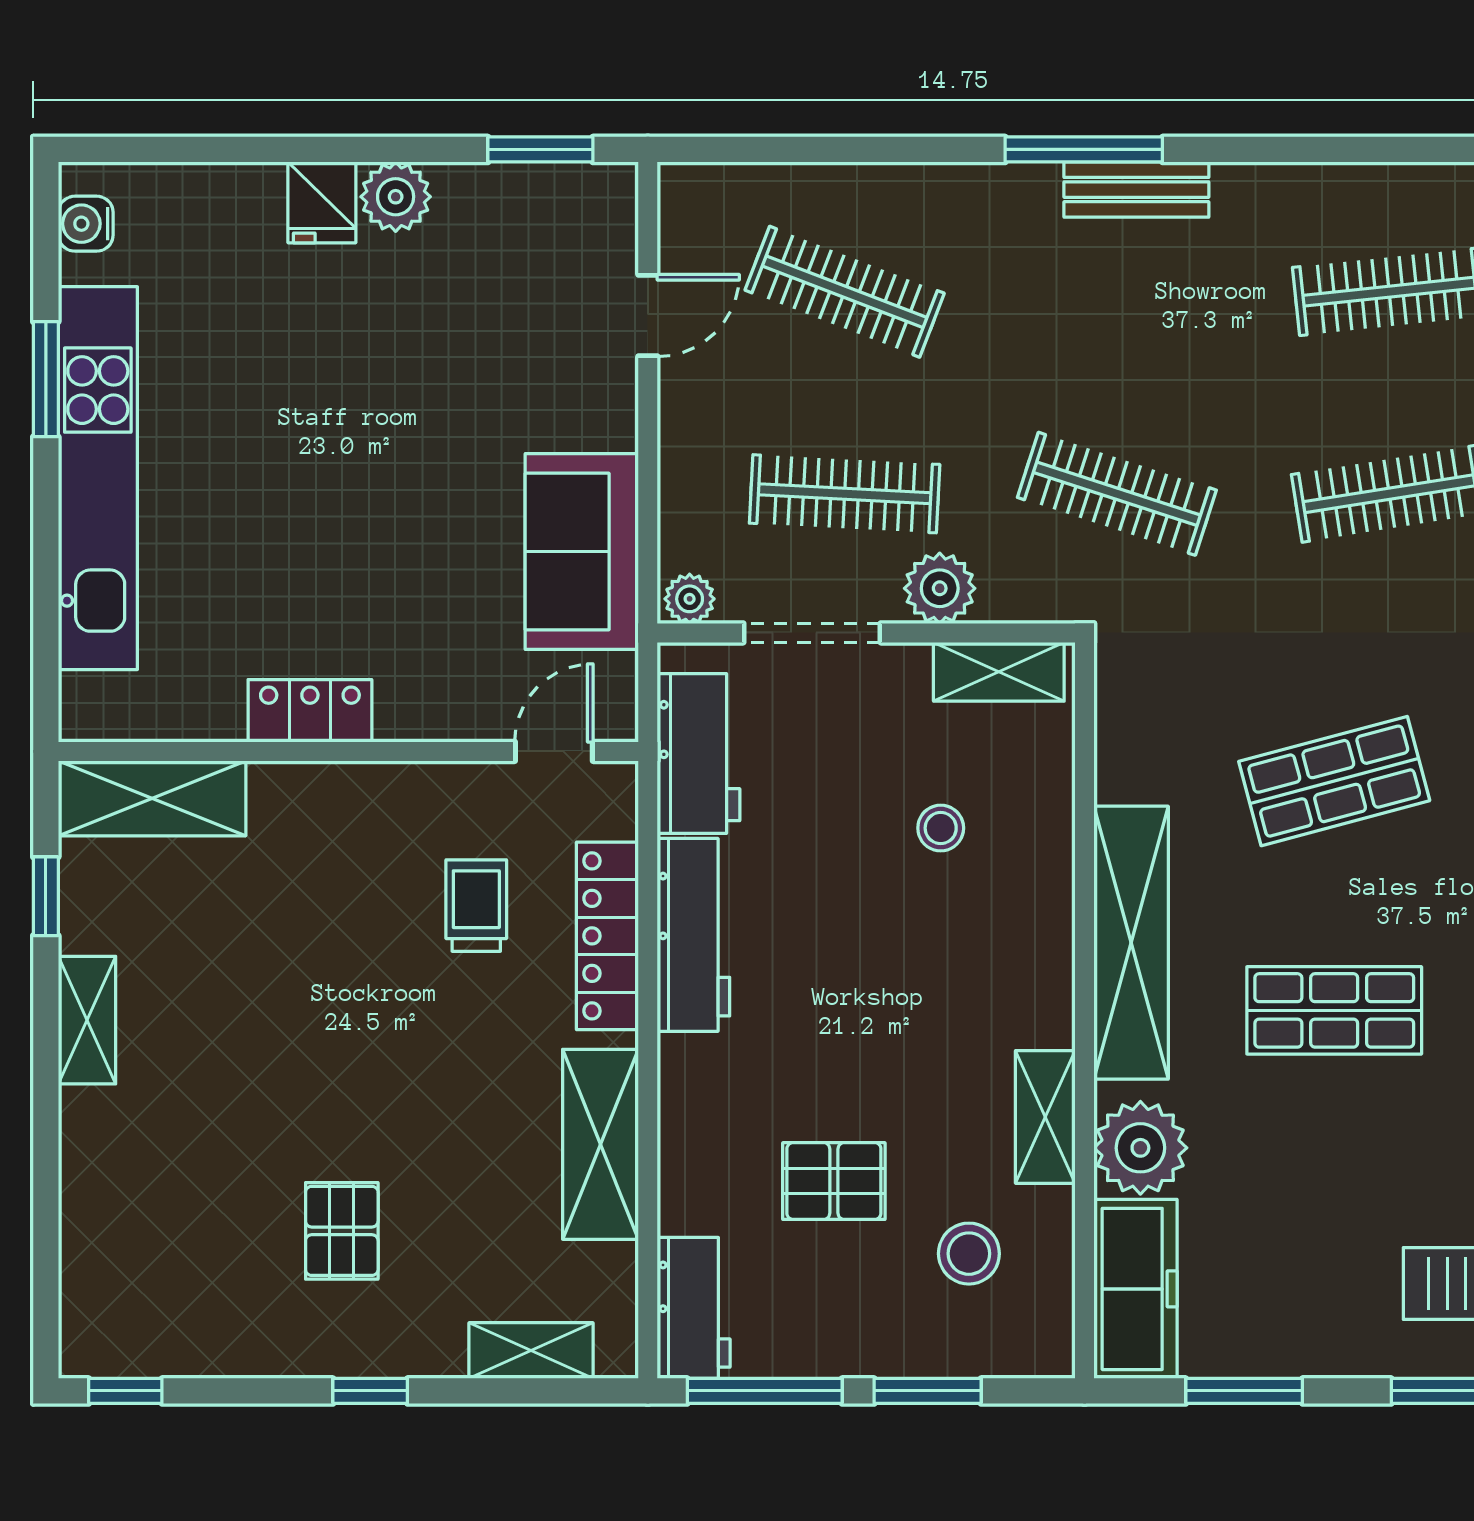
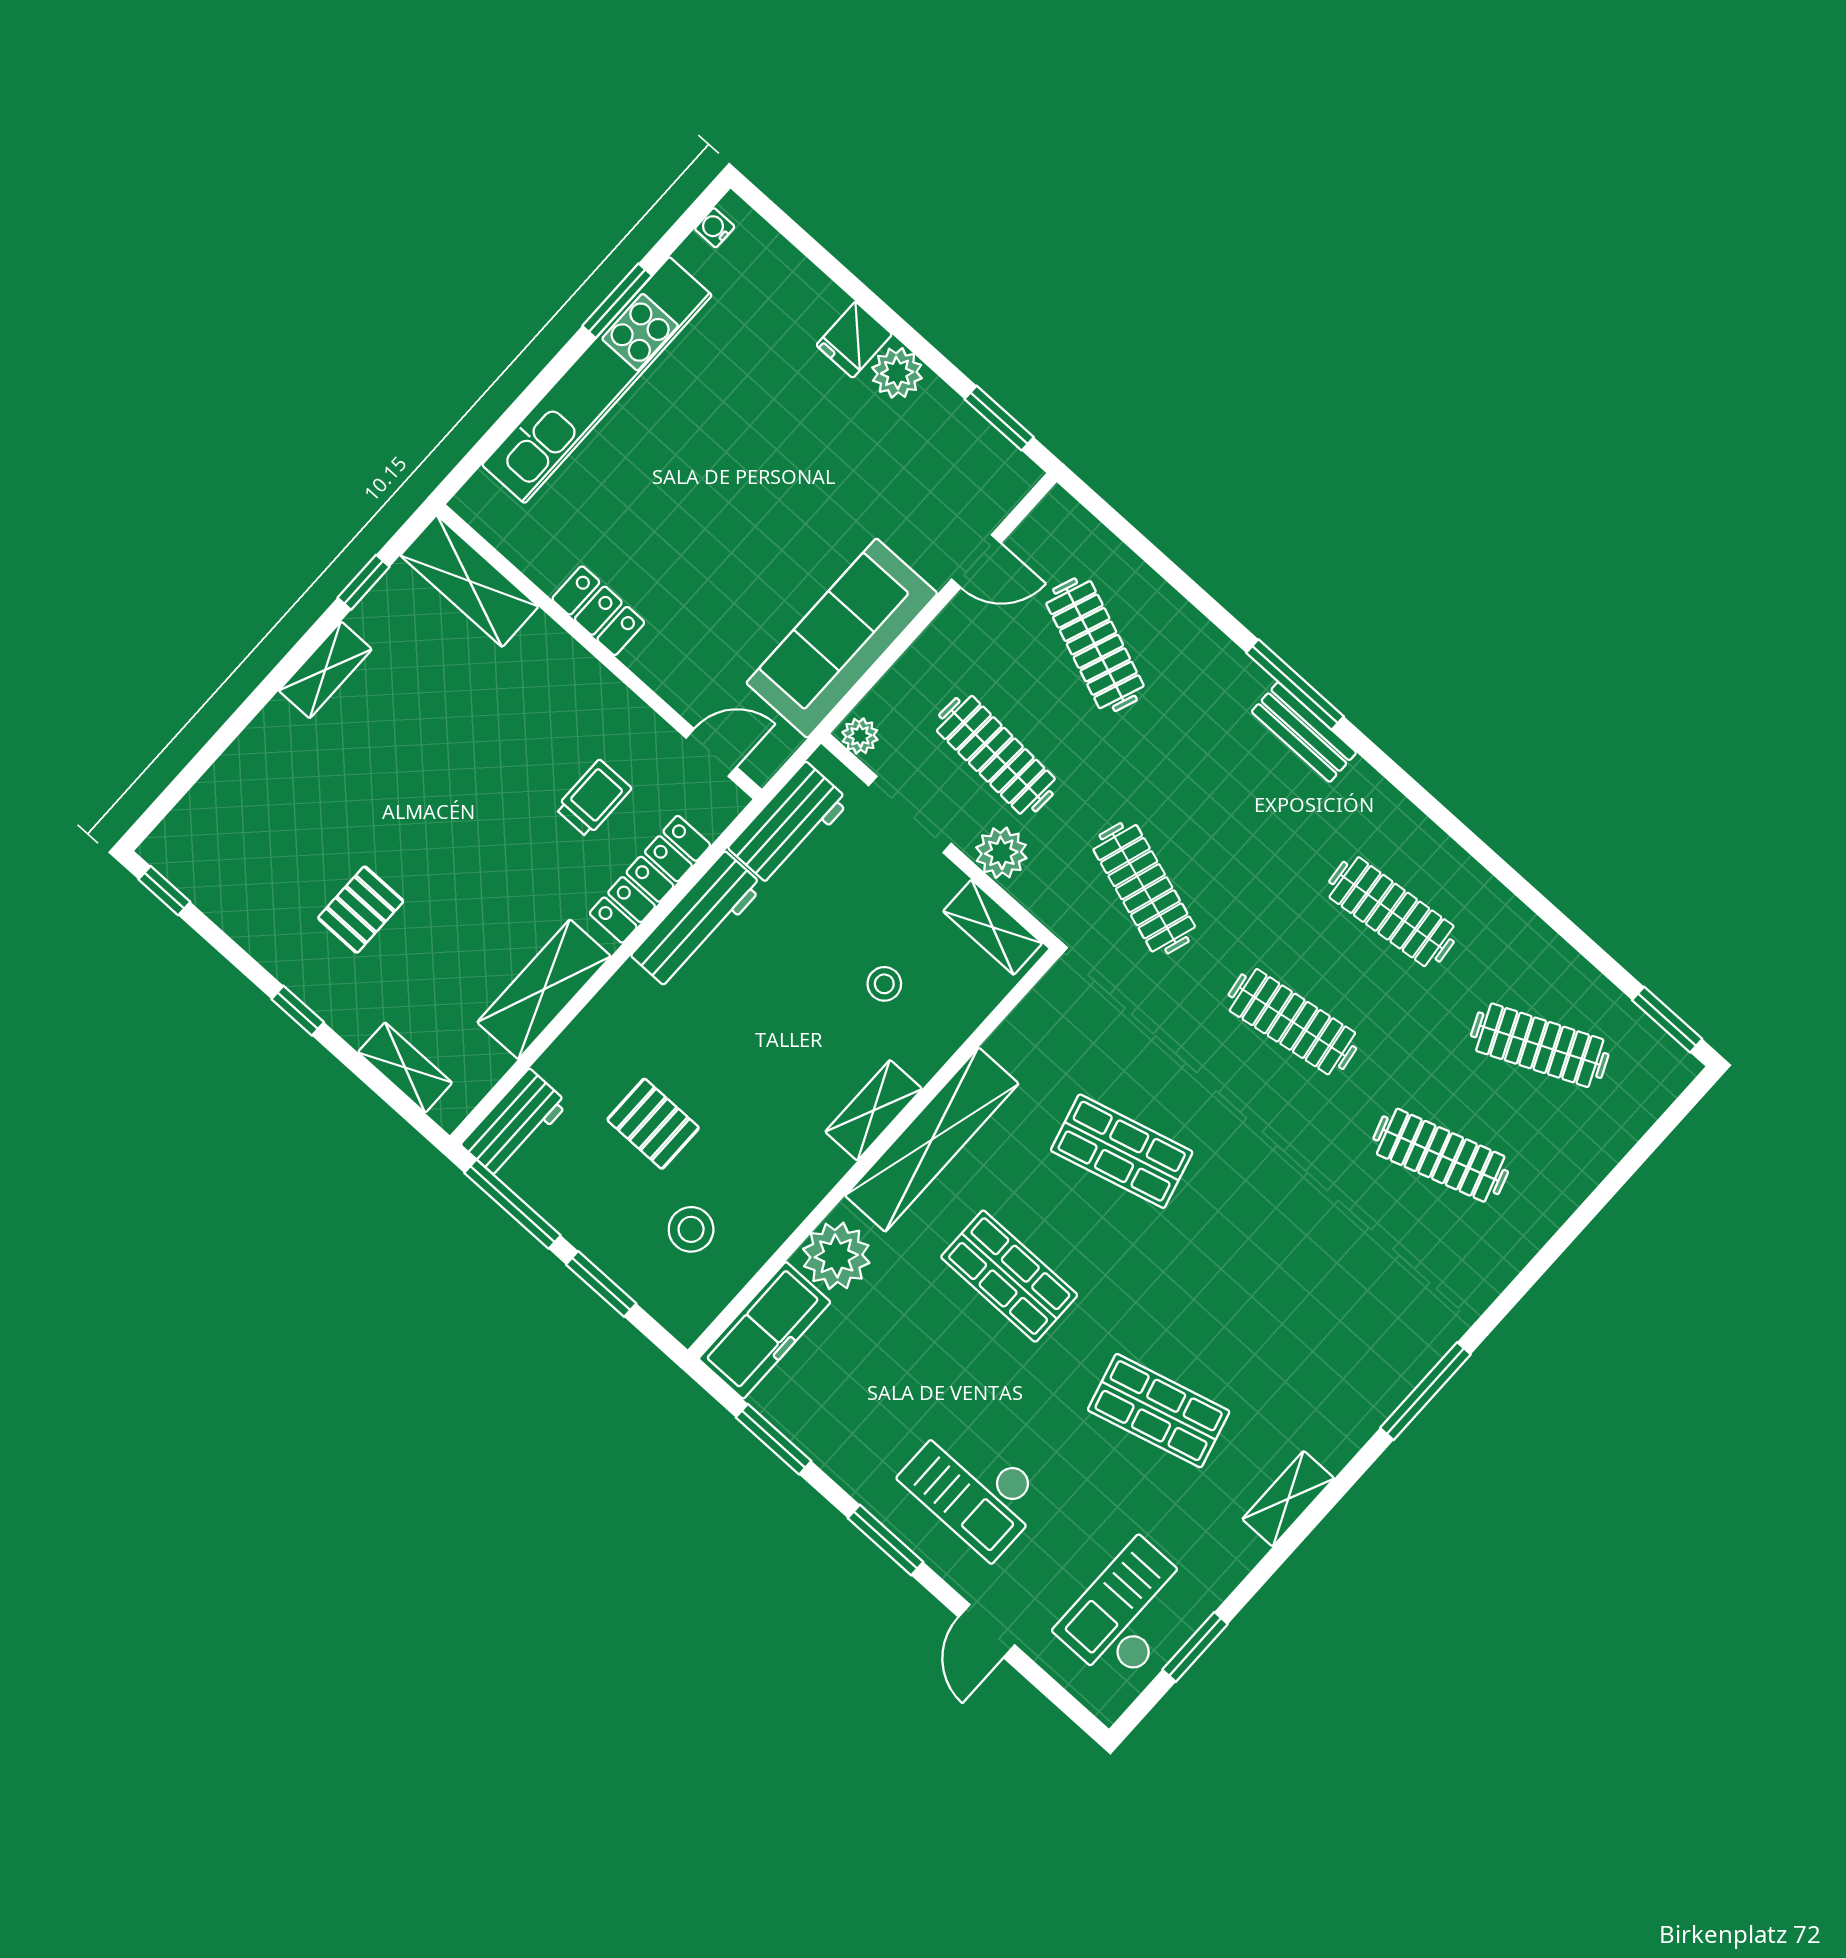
water cooler: (86, 224) -> (715, 228), width x0.72, depth x0.72
sofa: (582, 551) -> (842, 638), width x1.36
shelving: (1045, 1117) -> (874, 1110), moved

